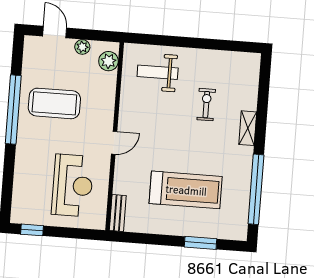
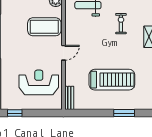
coffee table: (54, 103) -> (44, 27), moved
reception desk: (73, 185) -> (39, 82), turned -90

